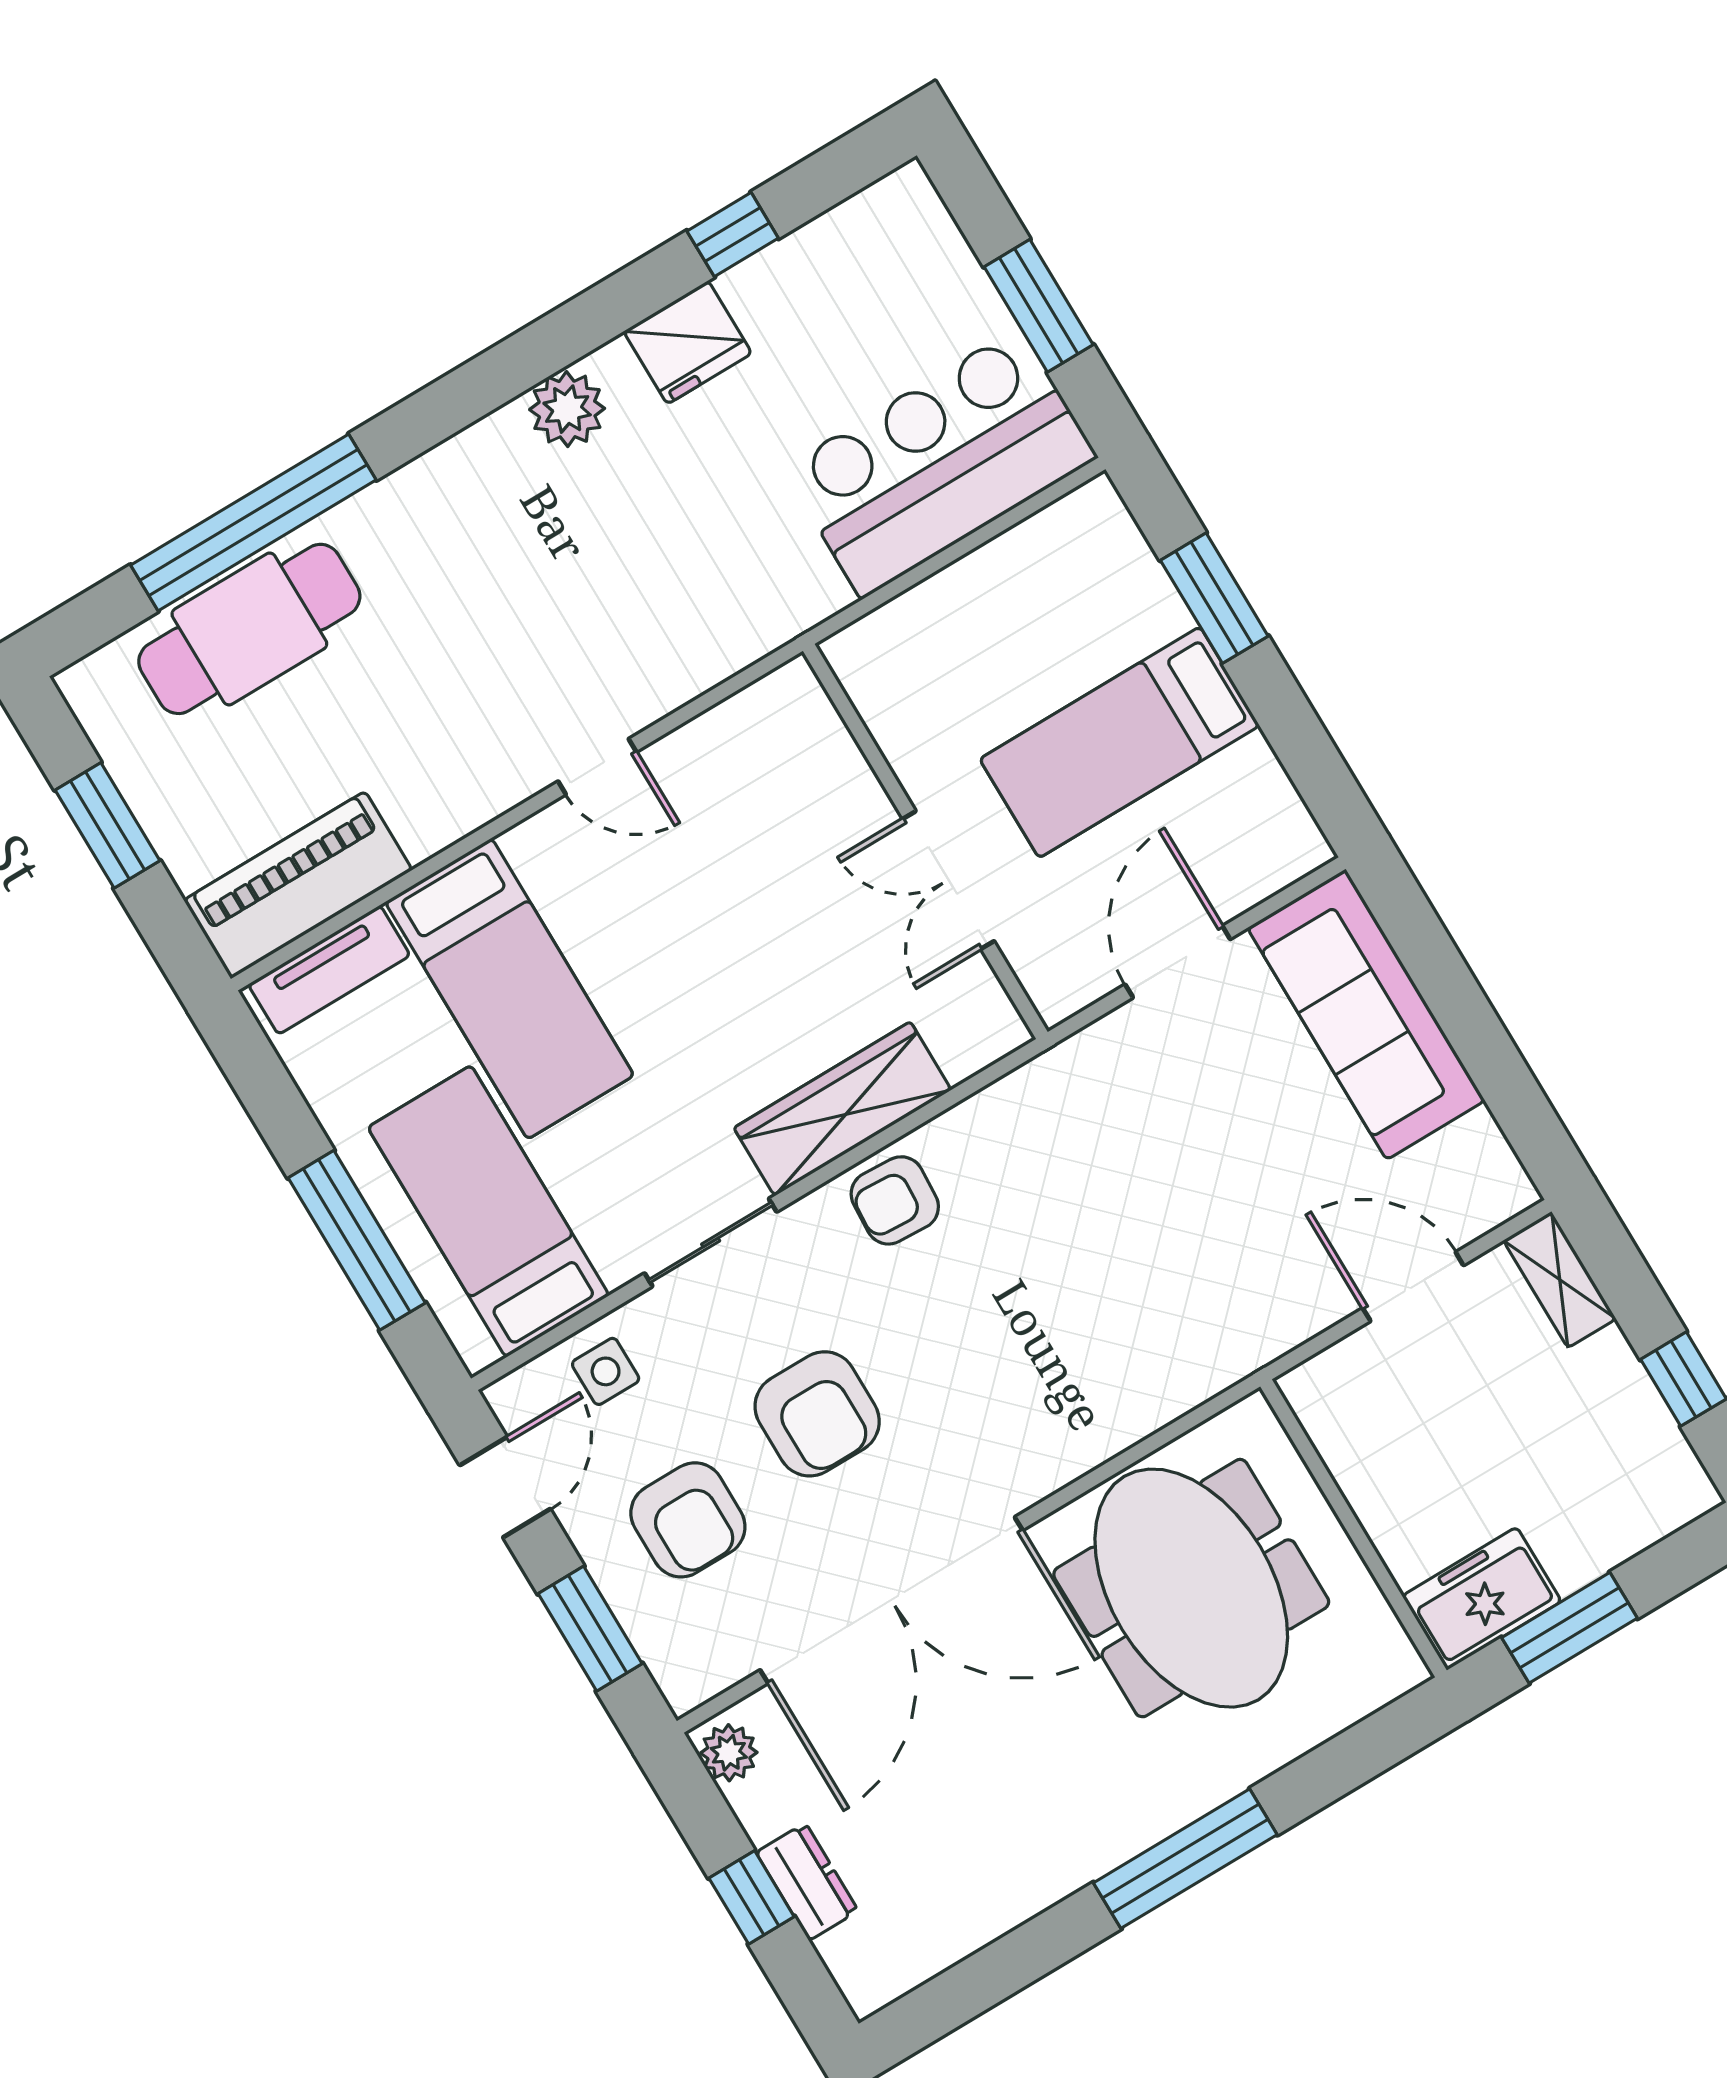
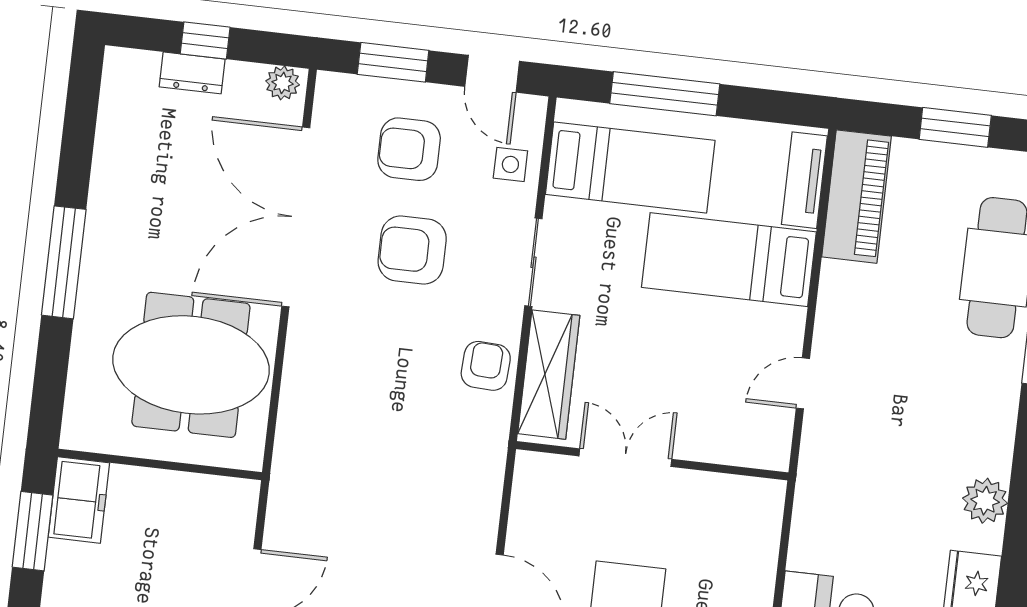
wall: (925, 841) -> (652, 461), moved
double door: (948, 880) -> (625, 458), moved

